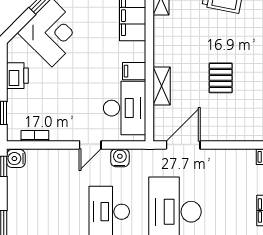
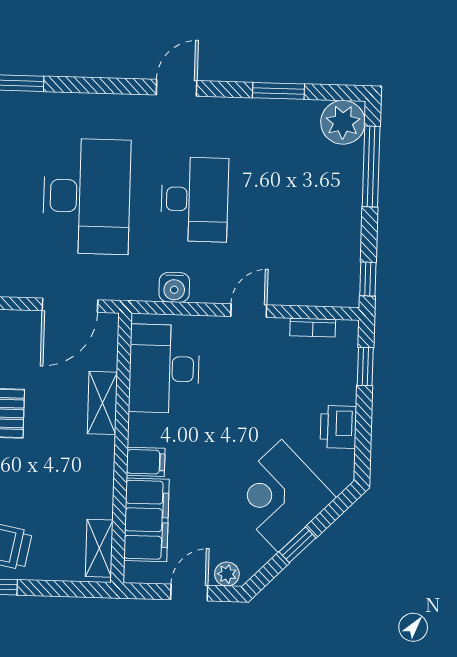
filing cabinet: (134, 71) -> (146, 462), moved
door: (90, 145) -> (249, 311), moved
water cooler: (16, 159) -> (345, 291), removed

